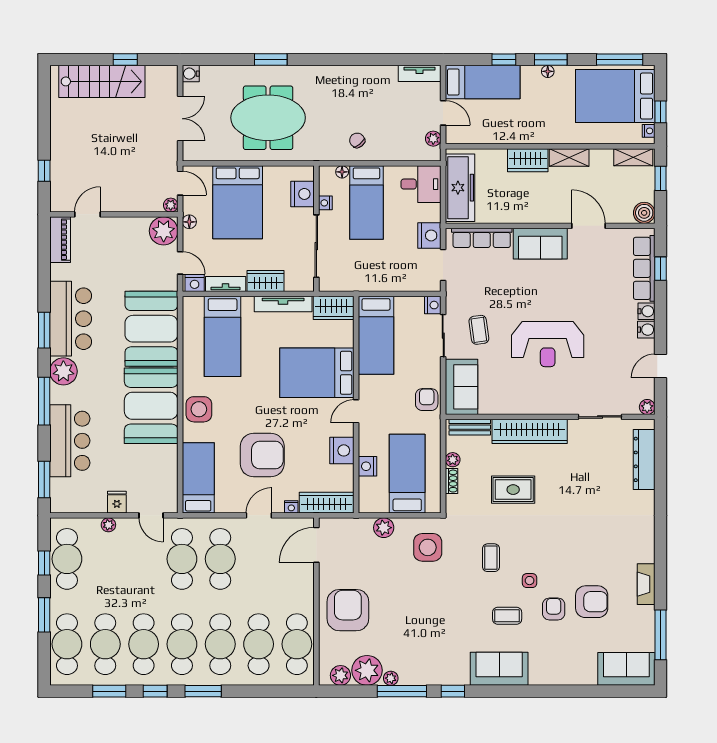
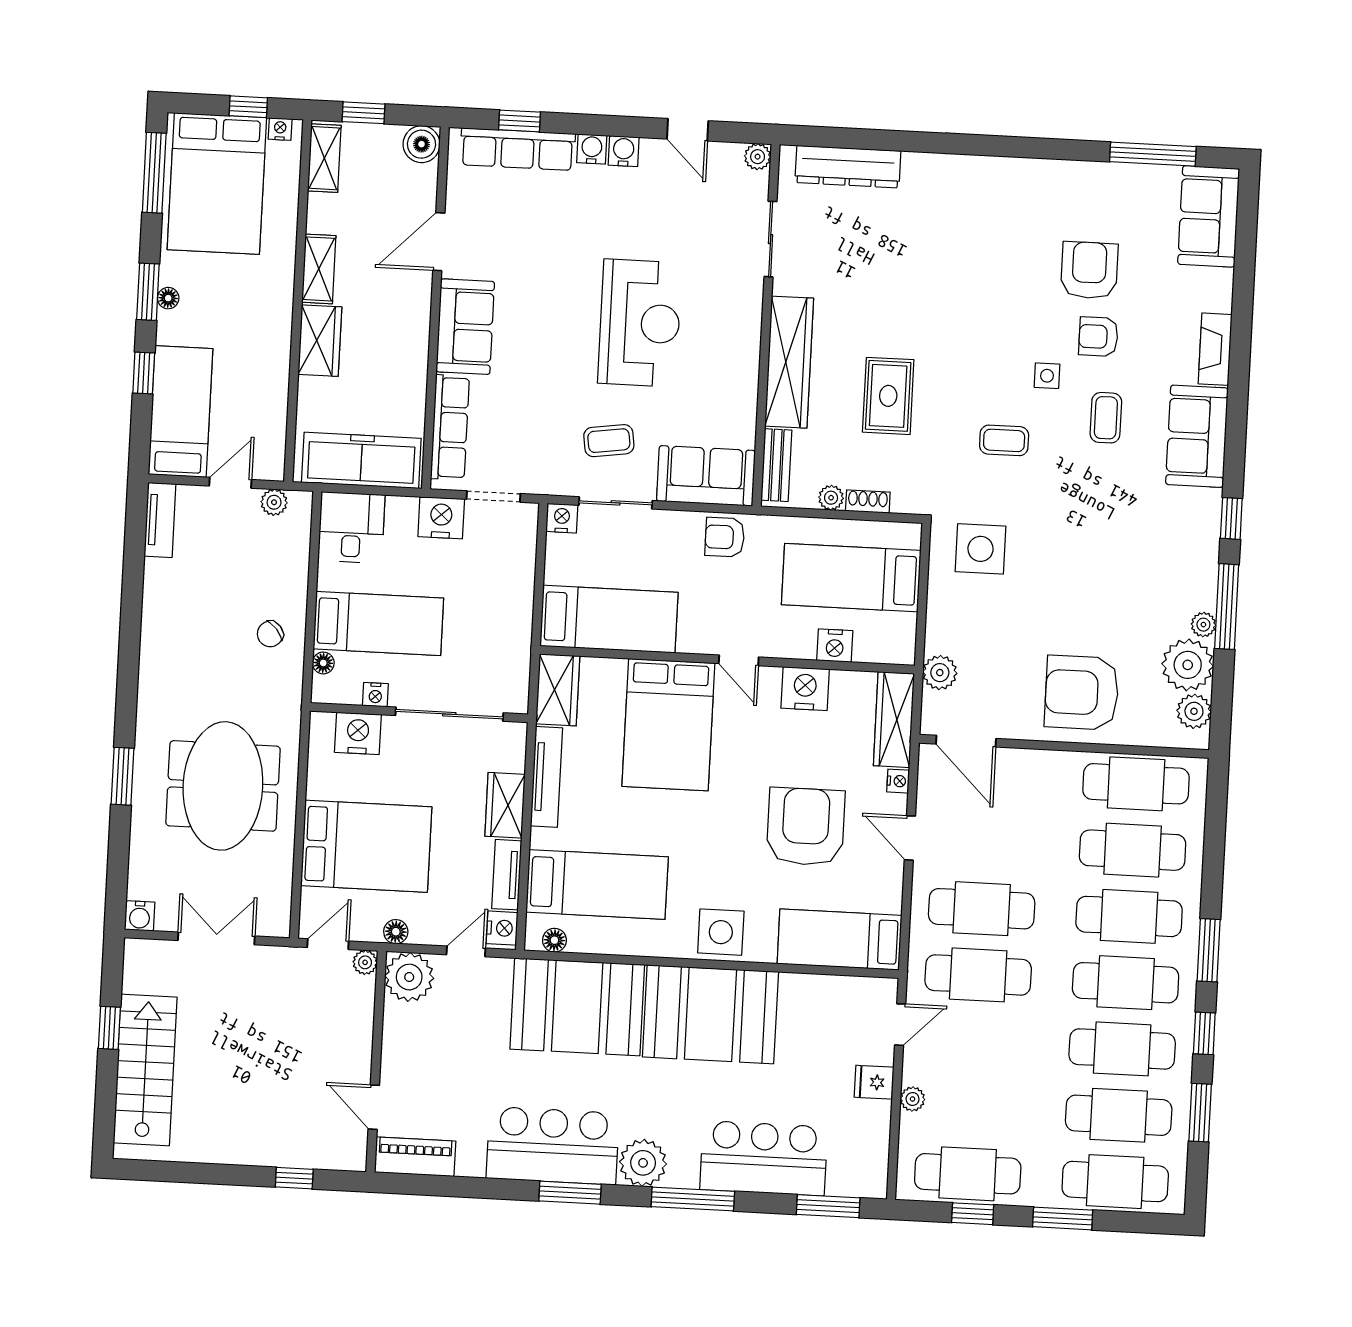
floor lamp: (189, 314) -> (554, 940), added
plant: (384, 528) -> (940, 673), moved
fireplace: (646, 584) -> (1215, 349), moved, turned 90

